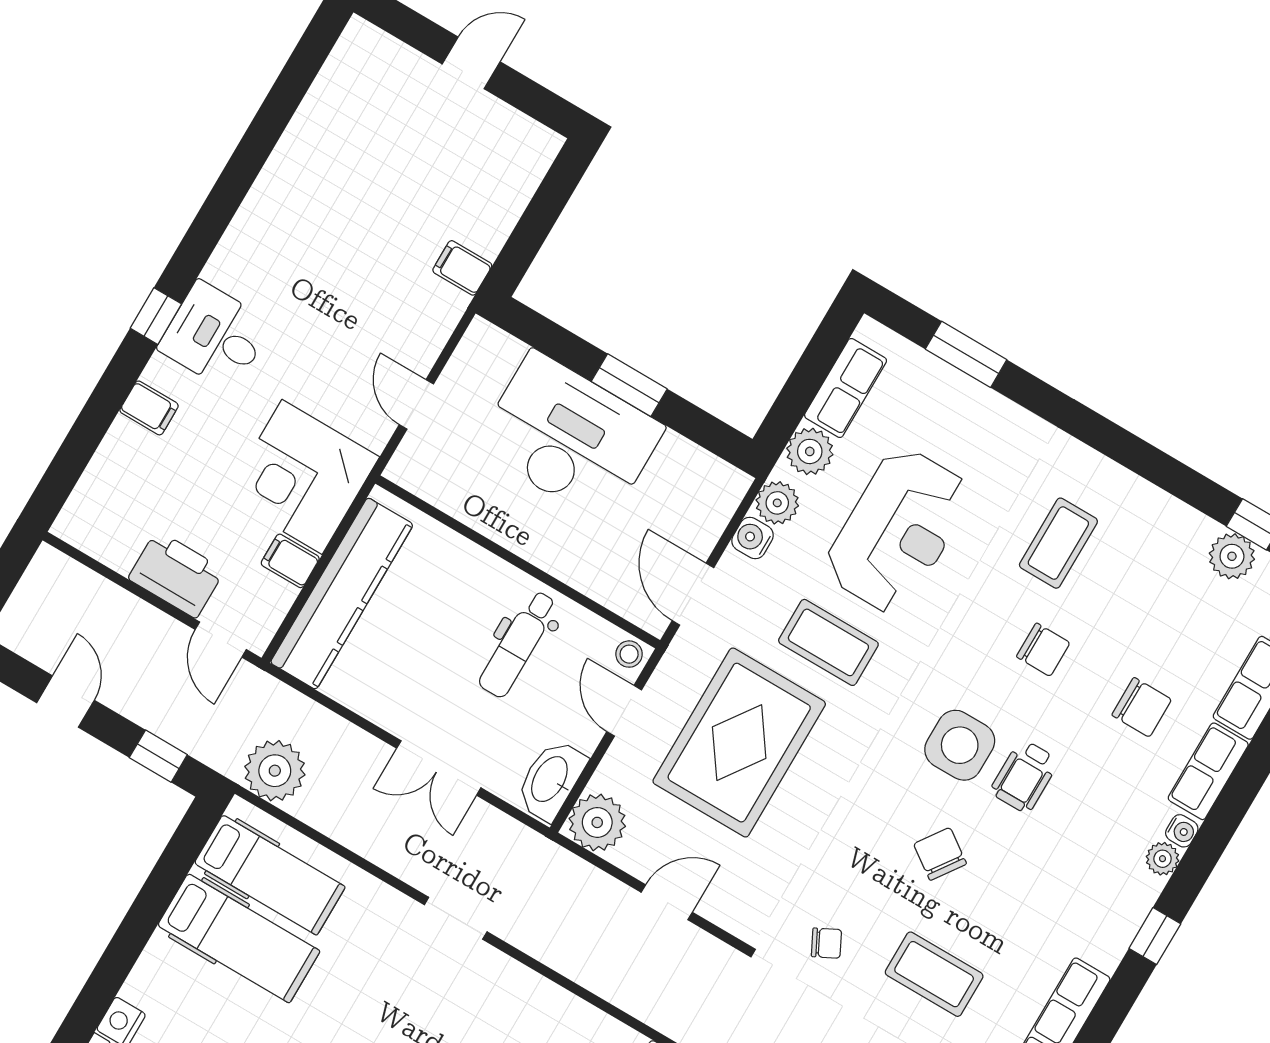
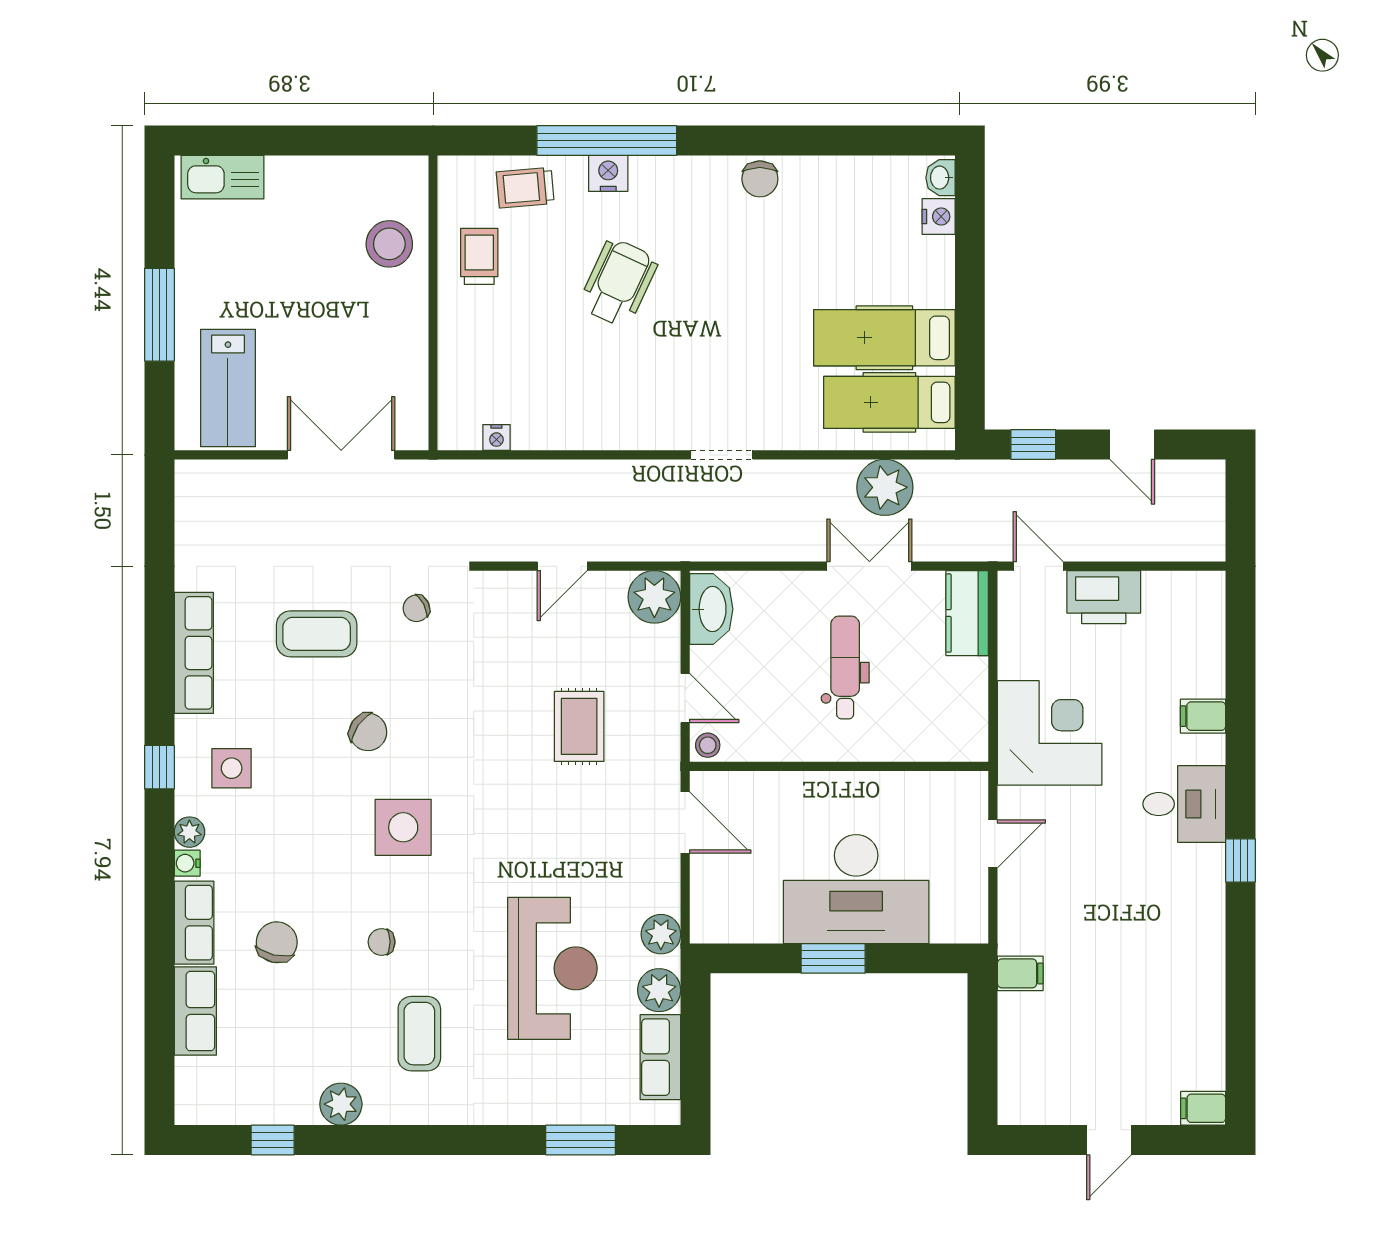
window: (156, 316) -> (1241, 860), moved
door: (416, 404) -> (993, 844), hinge flipped
reception desk: (898, 531) -> (552, 968), turned 180
water cooler: (753, 538) -> (664, 895), removed
plant: (1232, 556) -> (341, 1104), moved
filing cabinet: (290, 561) -> (1203, 1108), moved, turned 180
kitchen counter: (342, 594) -> (967, 613), width x0.48, depth x0.86
coffee table: (828, 642) -> (555, 847), removed
dental chair: (518, 644) -> (845, 668), moved
chair: (1043, 650) -> (382, 942), width x0.73, depth x0.73
chair: (1142, 707) -> (277, 942), turned 103
rug: (739, 743) -> (579, 726), width x0.54, depth x0.49
double door: (439, 768) -> (869, 566), moved
plant: (275, 771) -> (885, 487), moved
wheelchair: (1024, 776) -> (337, 833), removed
side table: (1088, 895) -> (232, 768), added

